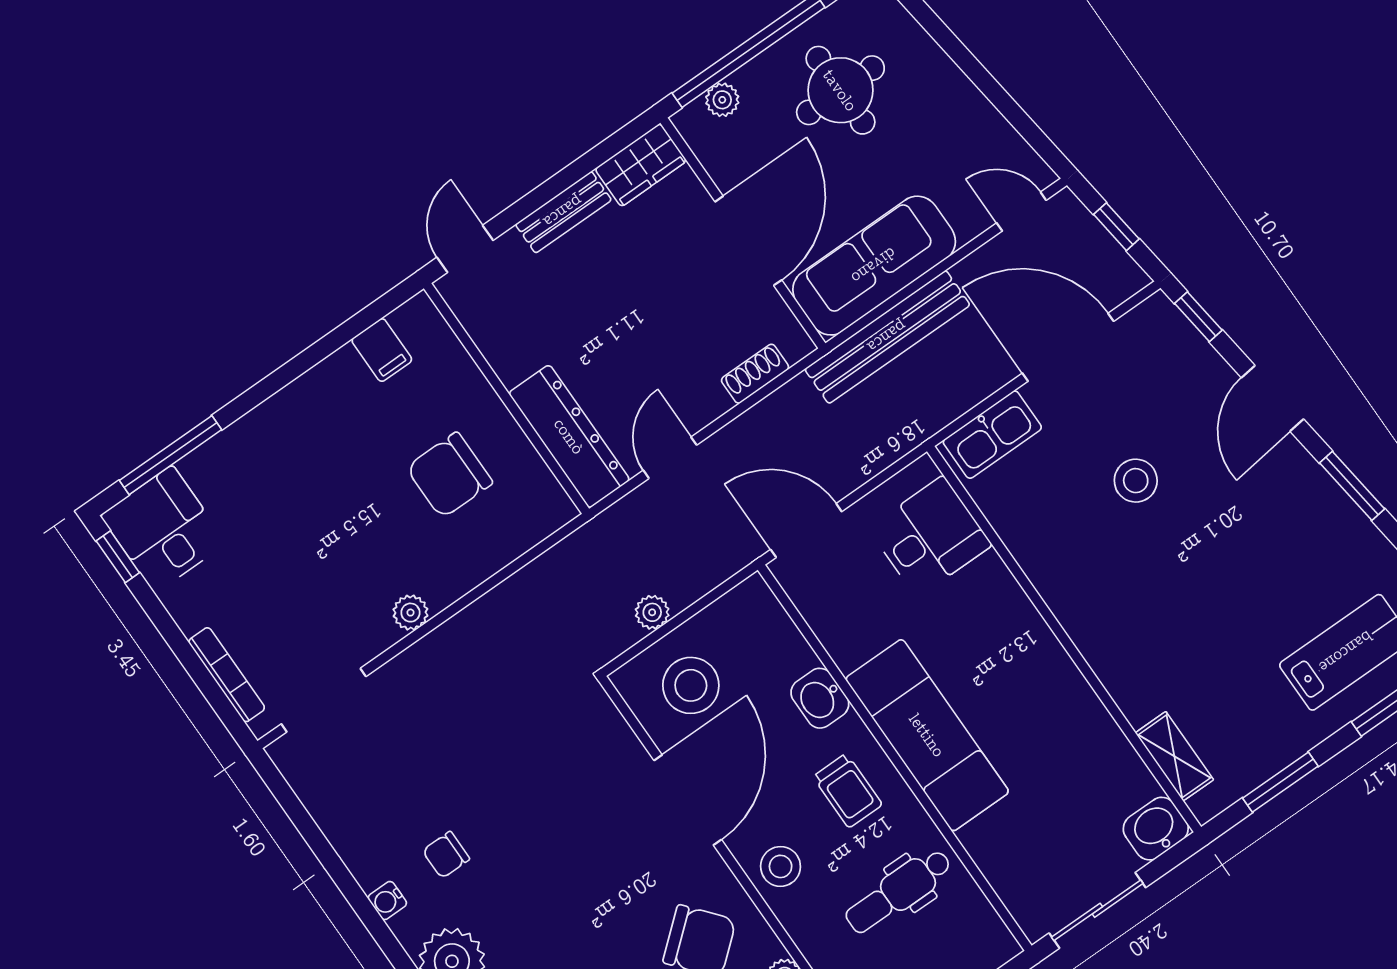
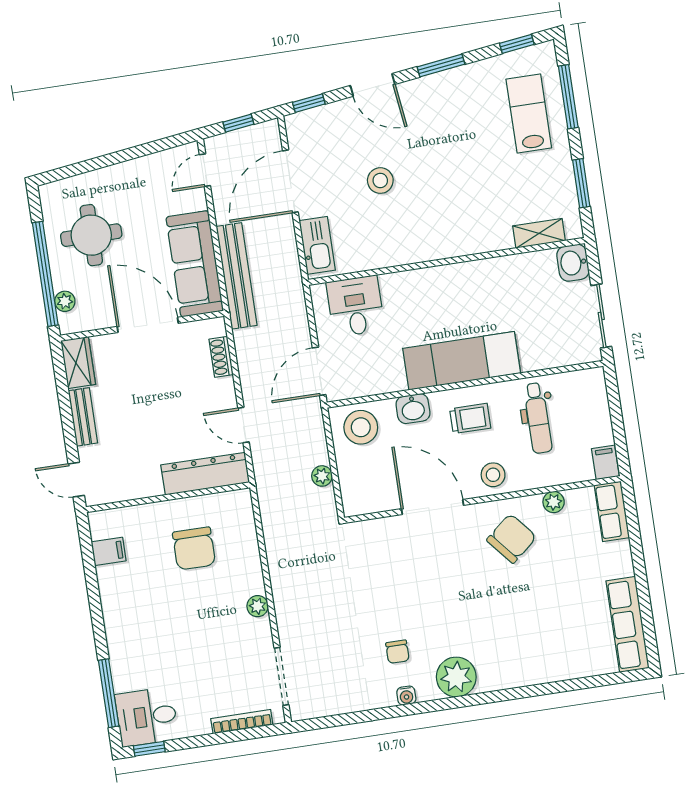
stool: (691, 685) -> (361, 427), moved

